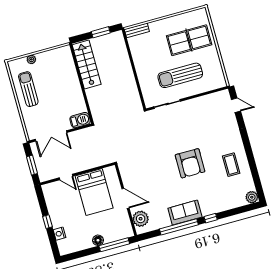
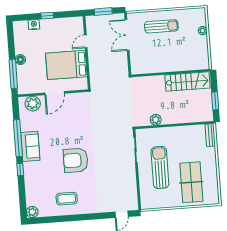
sun lounger: (28, 89) -> (161, 26), moved
plant: (132, 89) -> (156, 120), added
barbecue: (80, 120) -> (137, 65), removed

